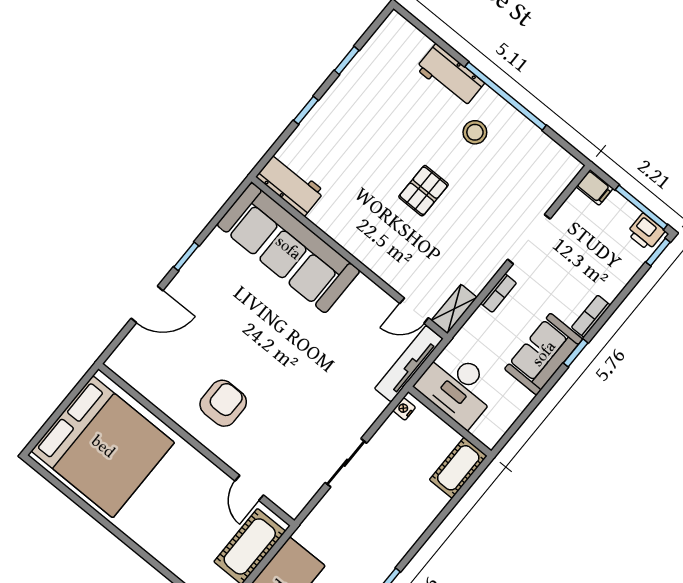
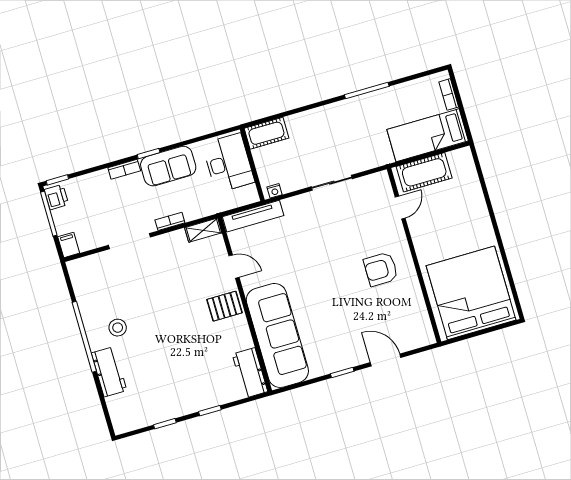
pallet: (424, 191) -> (224, 306), moved
door: (414, 311) -> (234, 267), moved
desk: (457, 387) -> (228, 163), moved

